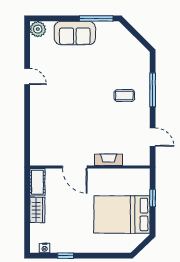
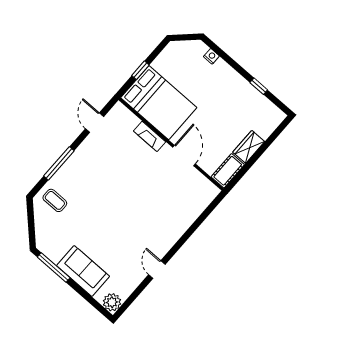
coffee table: (124, 96) -> (55, 200), moved
bed: (122, 215) -> (159, 103), moved
nightstand: (45, 248) -> (211, 56), moved

